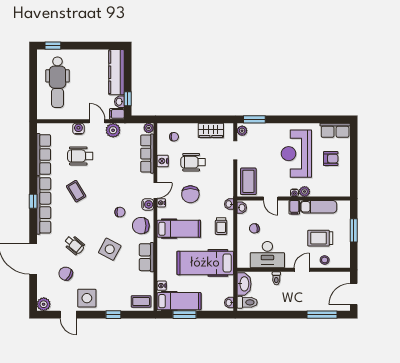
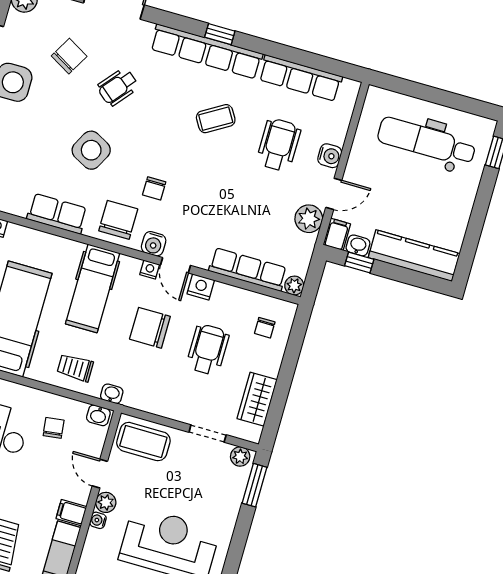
nightstand: (163, 161) -> (201, 287), moved
plant: (305, 192) -> (106, 502), moved
door: (271, 199) -> (100, 474), hinge flipped

